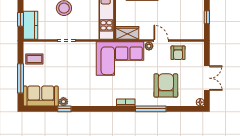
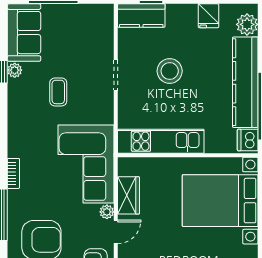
wardrobe: (127, 33) -> (129, 195), moved
coffee table: (34, 59) -> (58, 92), moved

